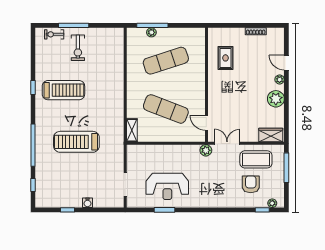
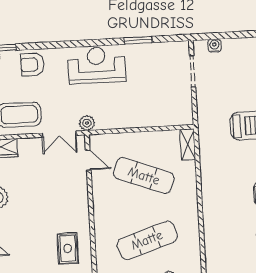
armchair: (251, 184) -> (32, 65), moved, turned 90
reception desk: (167, 186) -> (97, 65), moved
water cooler: (87, 203) -> (215, 46), moved

